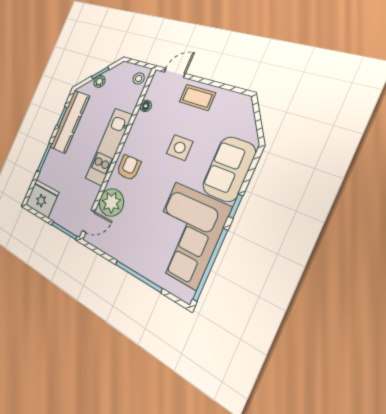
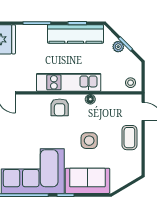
floor lamp: (146, 106) -> (90, 99), moved
armchair: (129, 168) -> (60, 107), turned 90
plant: (111, 202) -> (28, 105), removed

